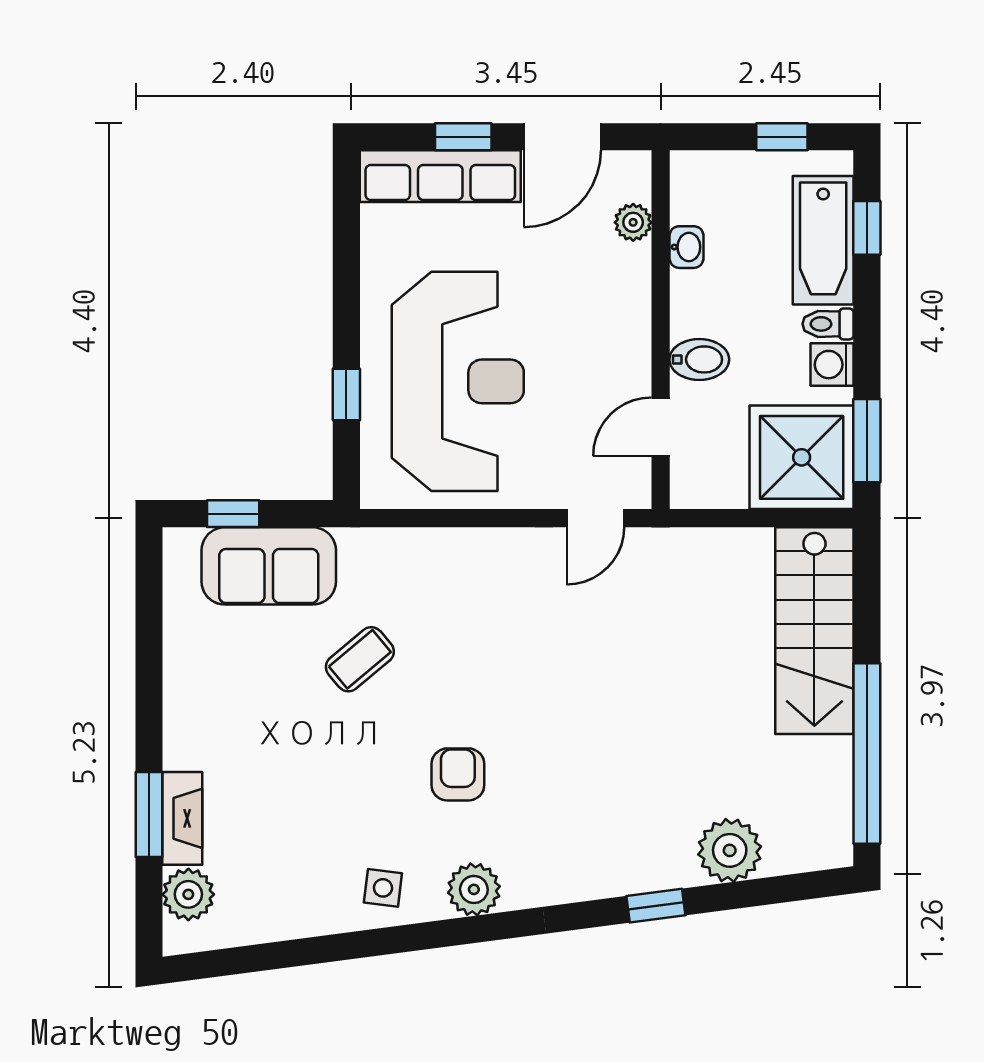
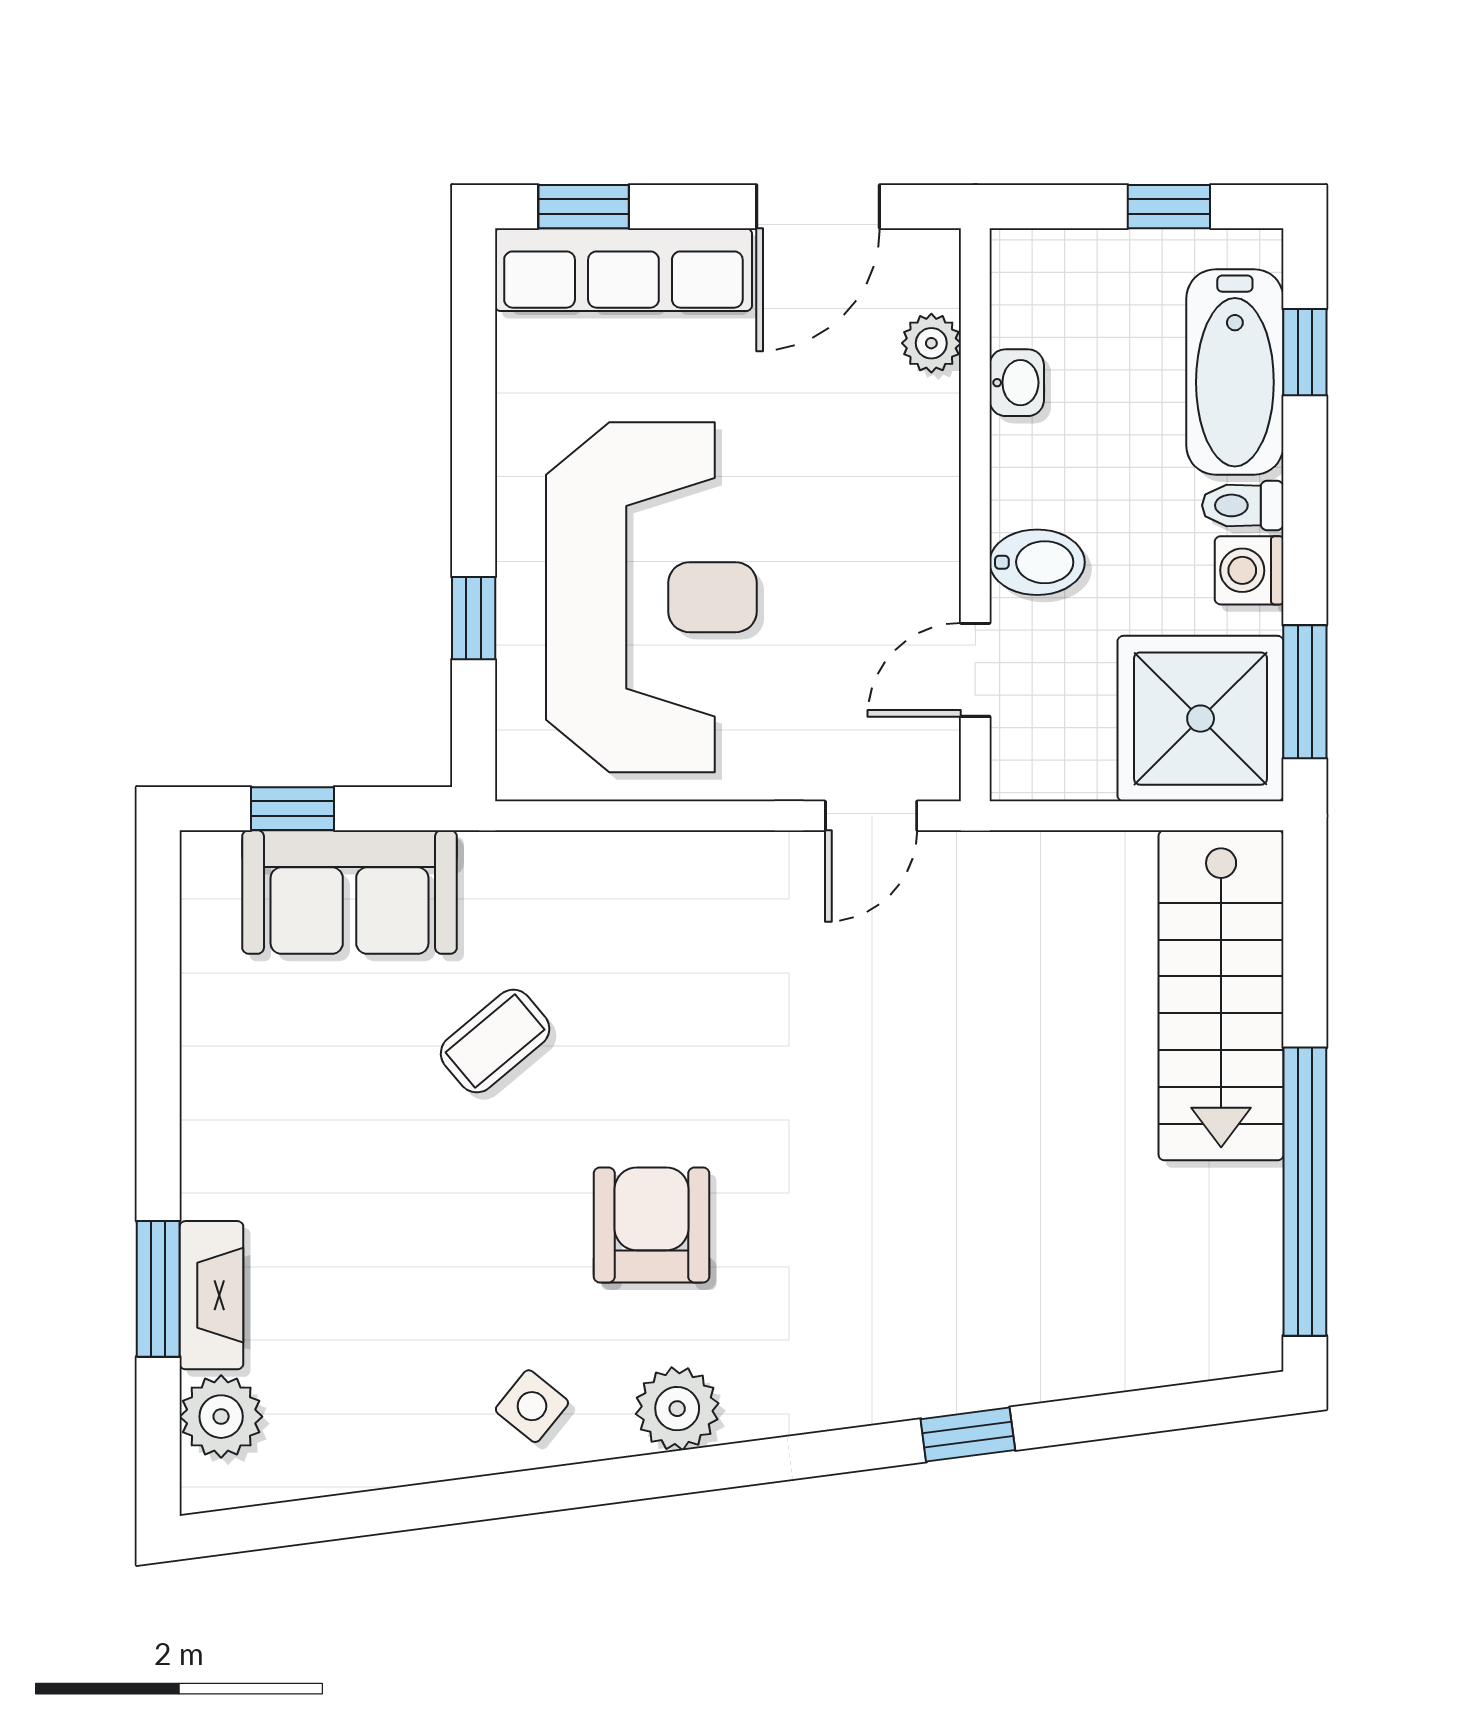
window: (463, 137) -> (584, 207), moved
armchair: (458, 774) -> (652, 1225), width x1.38, depth x1.38
plant: (730, 850) -> (1086, 1346), removed
side table: (383, 888) -> (532, 1406), turned 32

